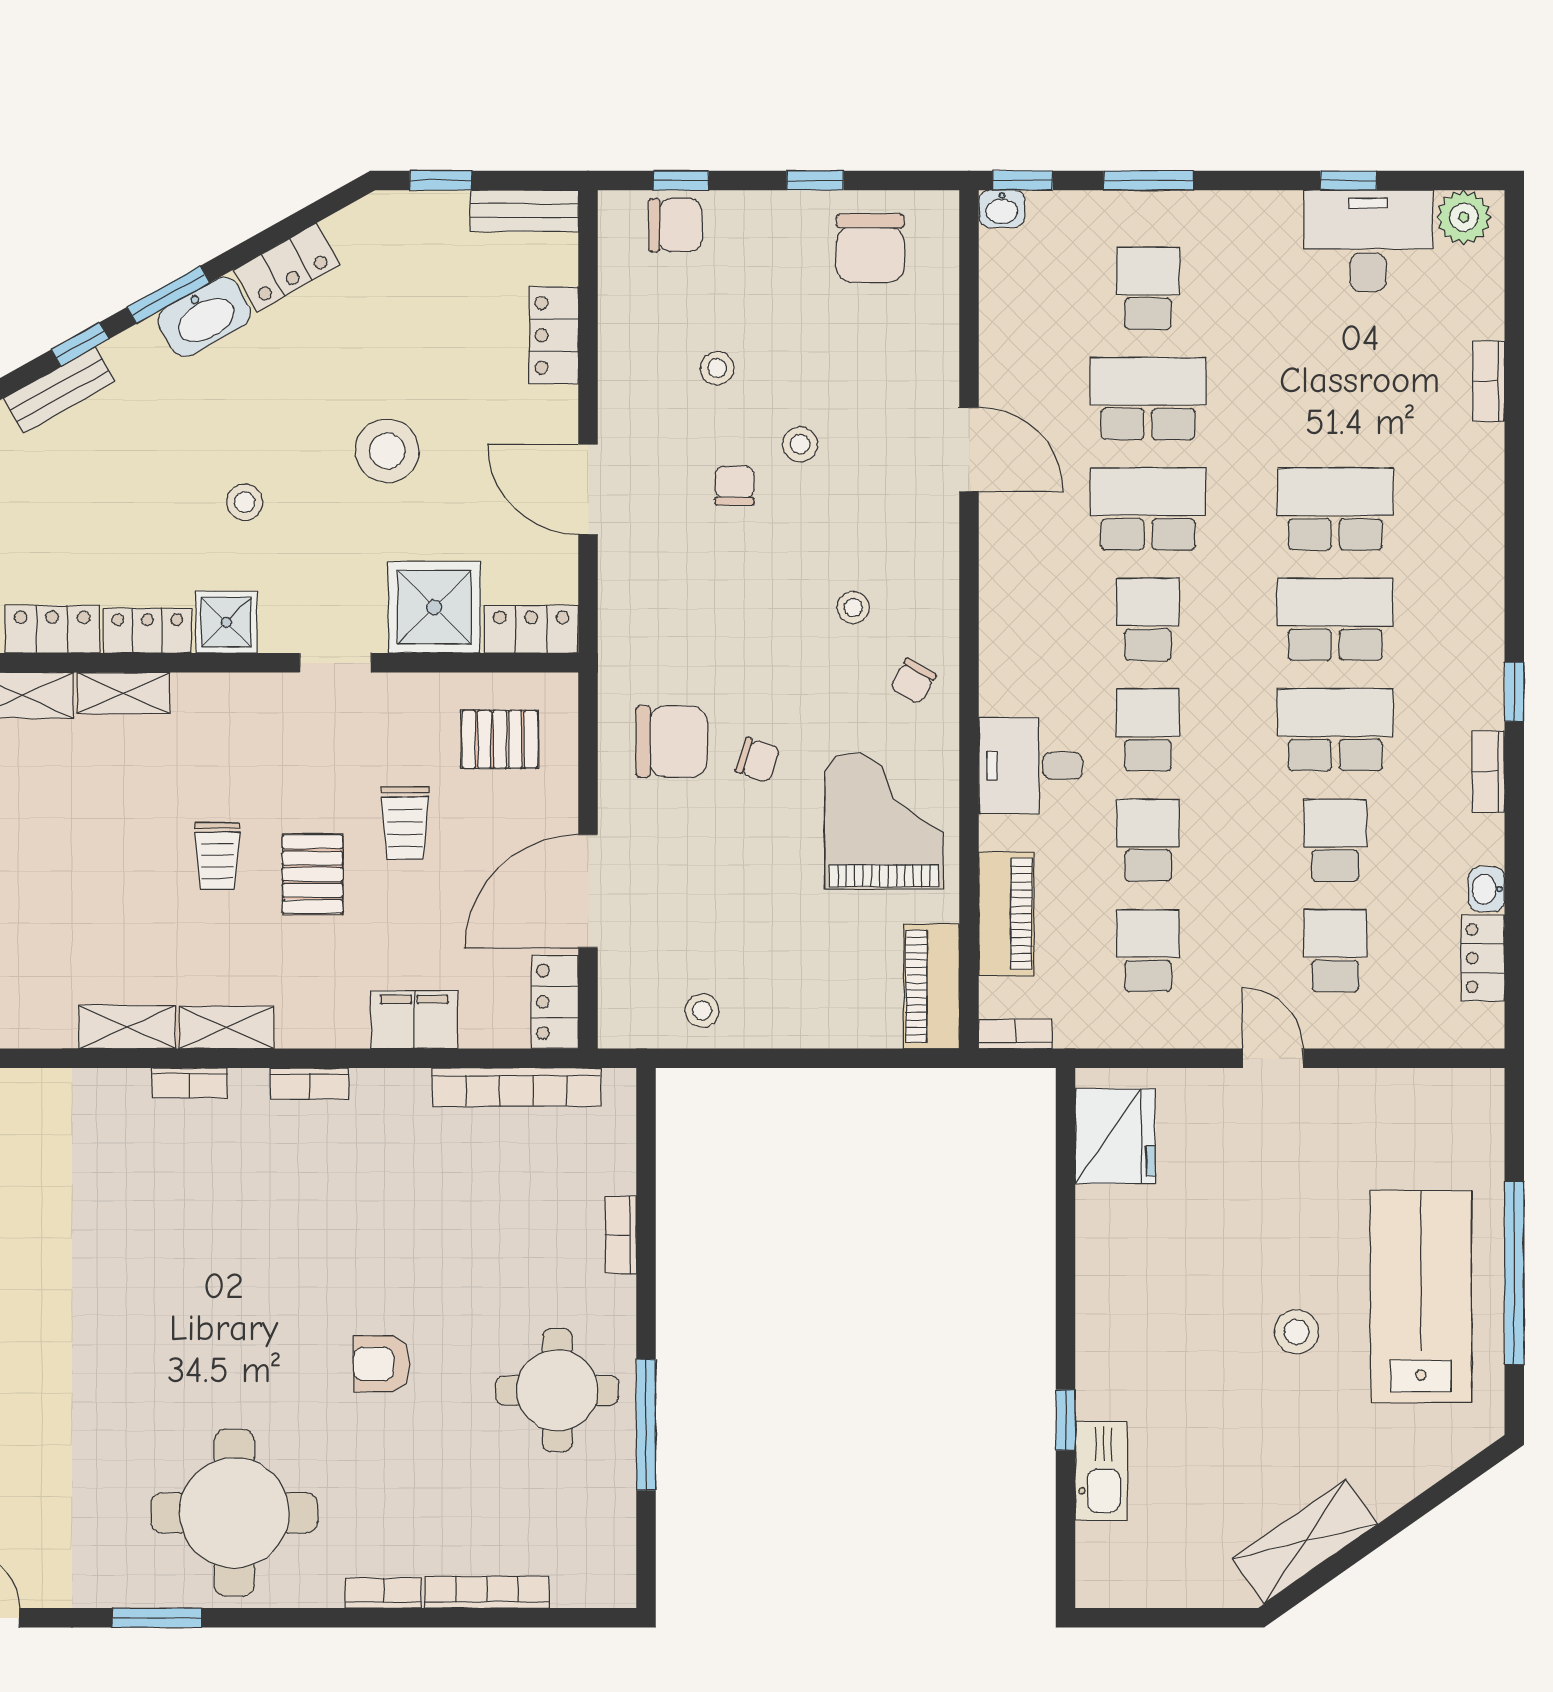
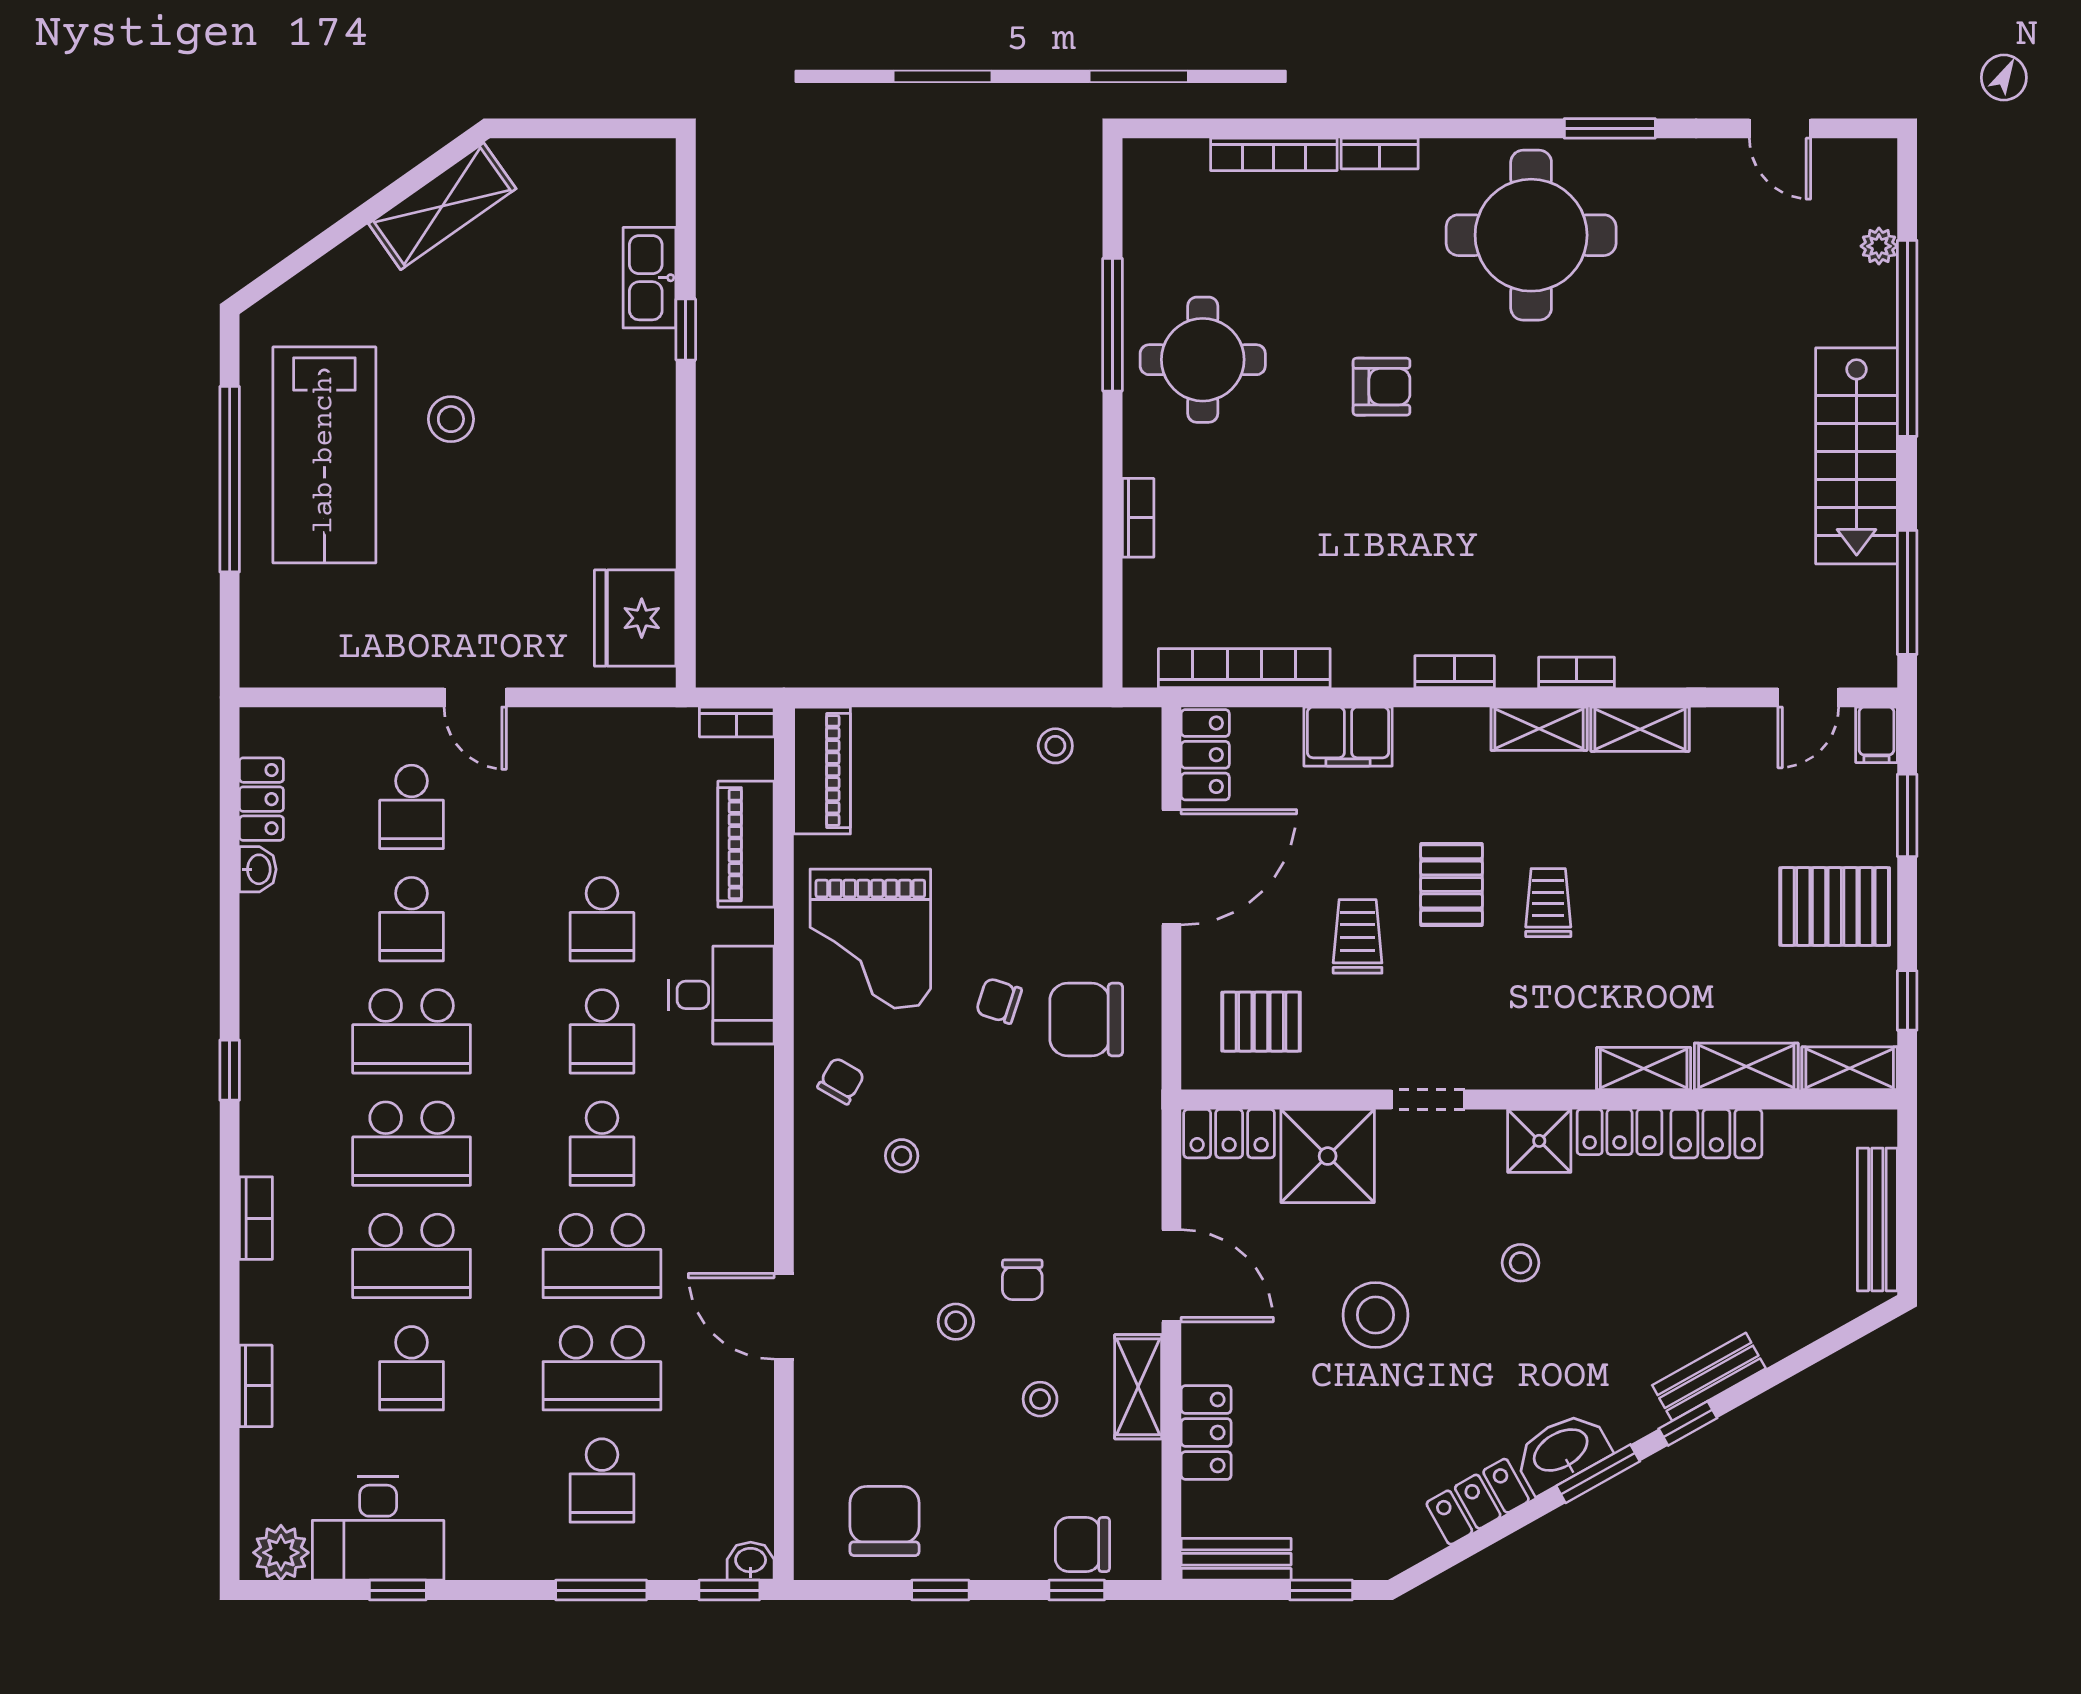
shelving: (621, 380) -> (1138, 1387), added
bookcase: (1488, 772) -> (256, 1218), moved
school desk: (1148, 951) -> (412, 1368), moved

